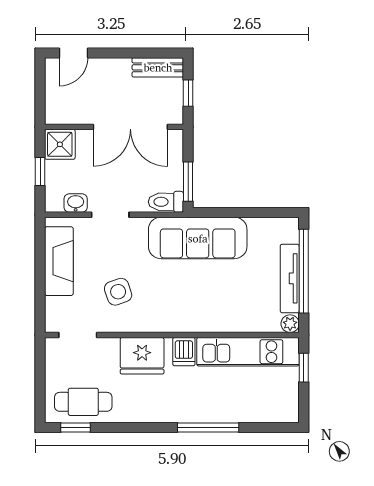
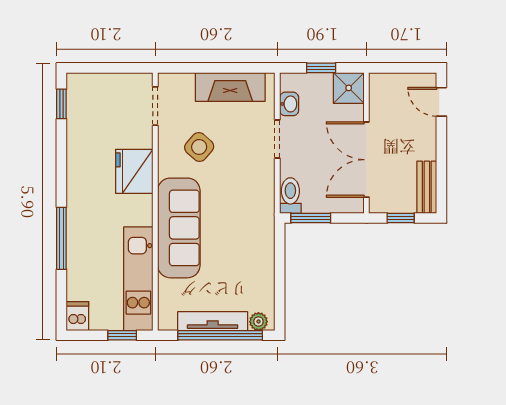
sofa: (198, 238) -> (179, 228), moved, turned 180
side table: (118, 292) -> (199, 147), turned -30
plant: (290, 324) -> (258, 322), moved
dishwasher: (184, 352) -> (77, 316), moved, turned 90
cafe table: (83, 402) -> (87, 112), removed

